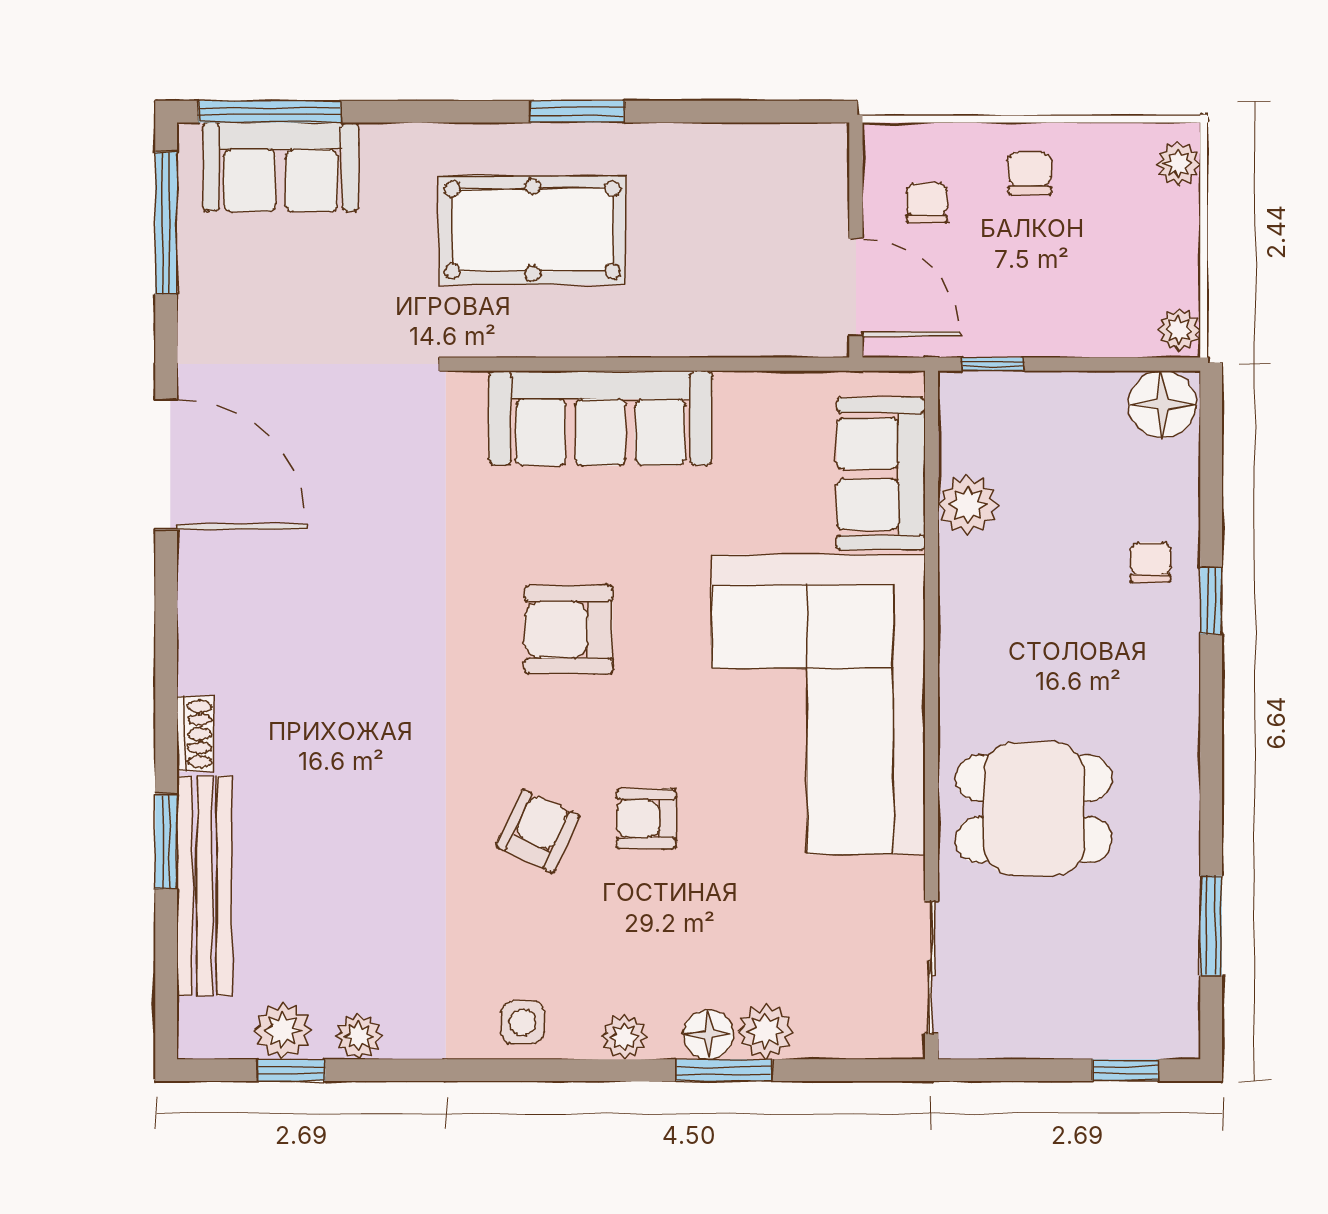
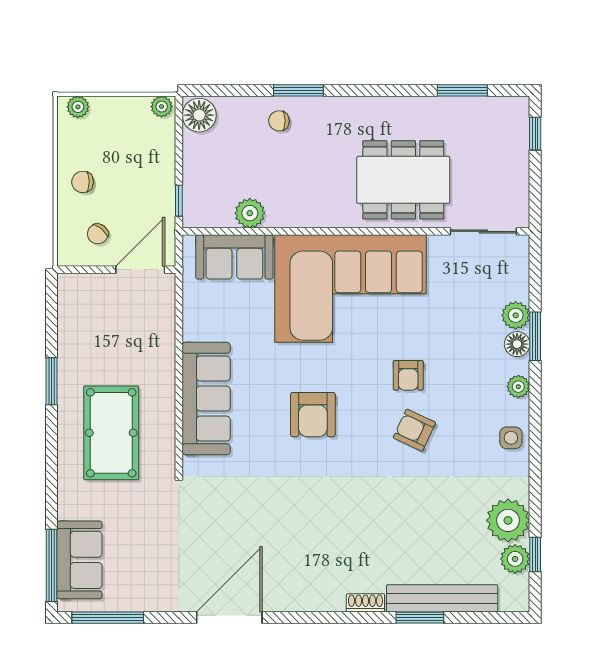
window: (577, 112) -> (51, 381), moved
chair: (927, 203) -> (98, 234), turned -50
window: (1211, 601) -> (298, 90), width x1.50
dining table: (1034, 809) -> (403, 180), width x1.38
plant: (359, 1036) -> (508, 520), width x1.87, depth x1.87

